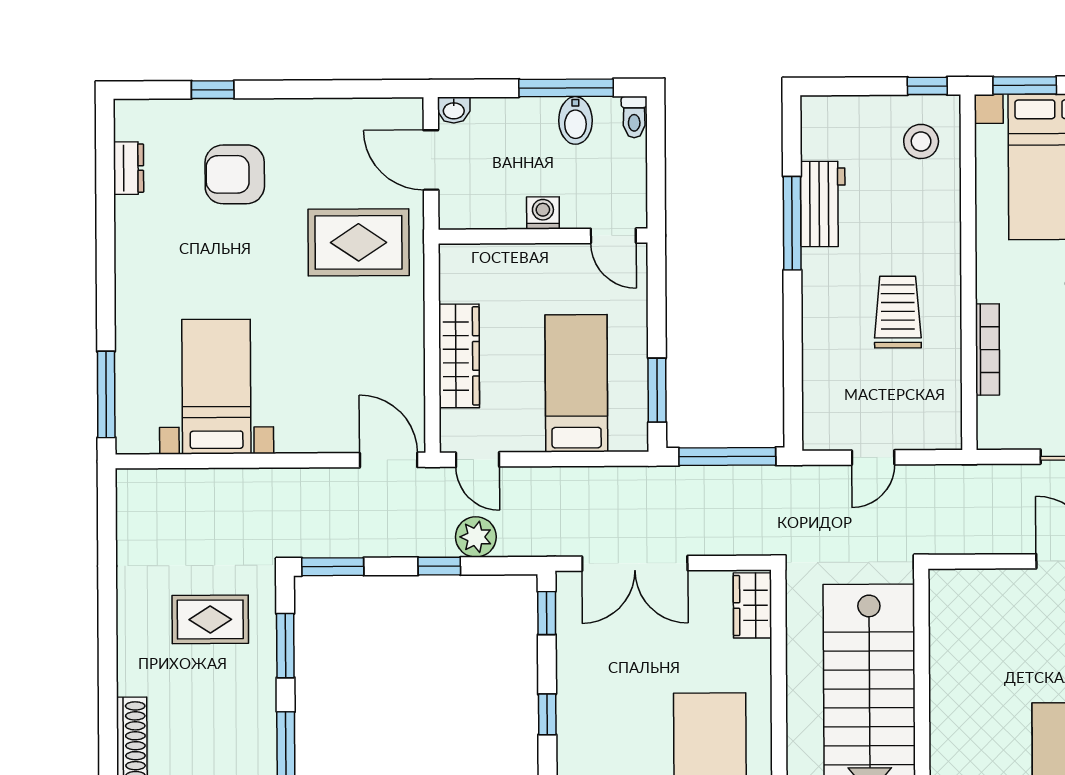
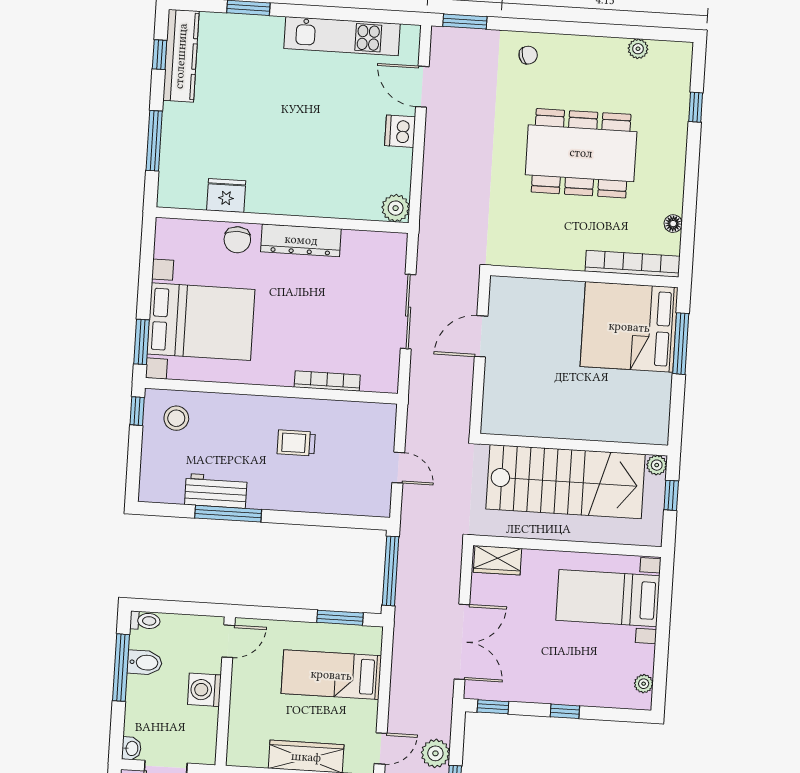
washing machine: (543, 213) -> (204, 690), width x1.38, depth x1.38
trolley: (898, 312) -> (296, 443), width x0.73, depth x0.72

